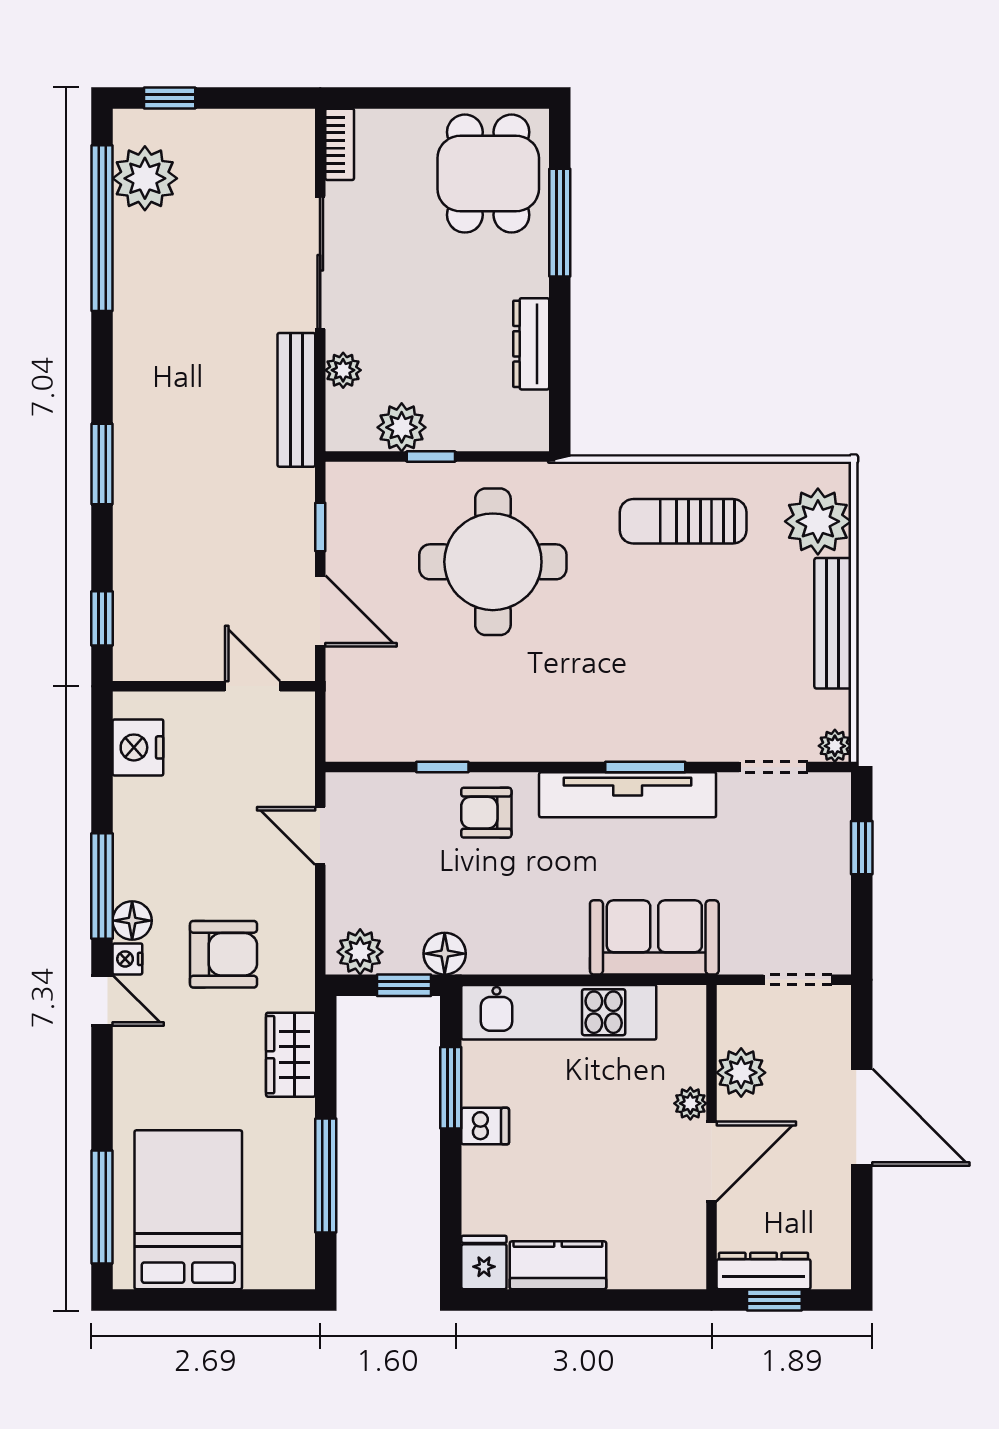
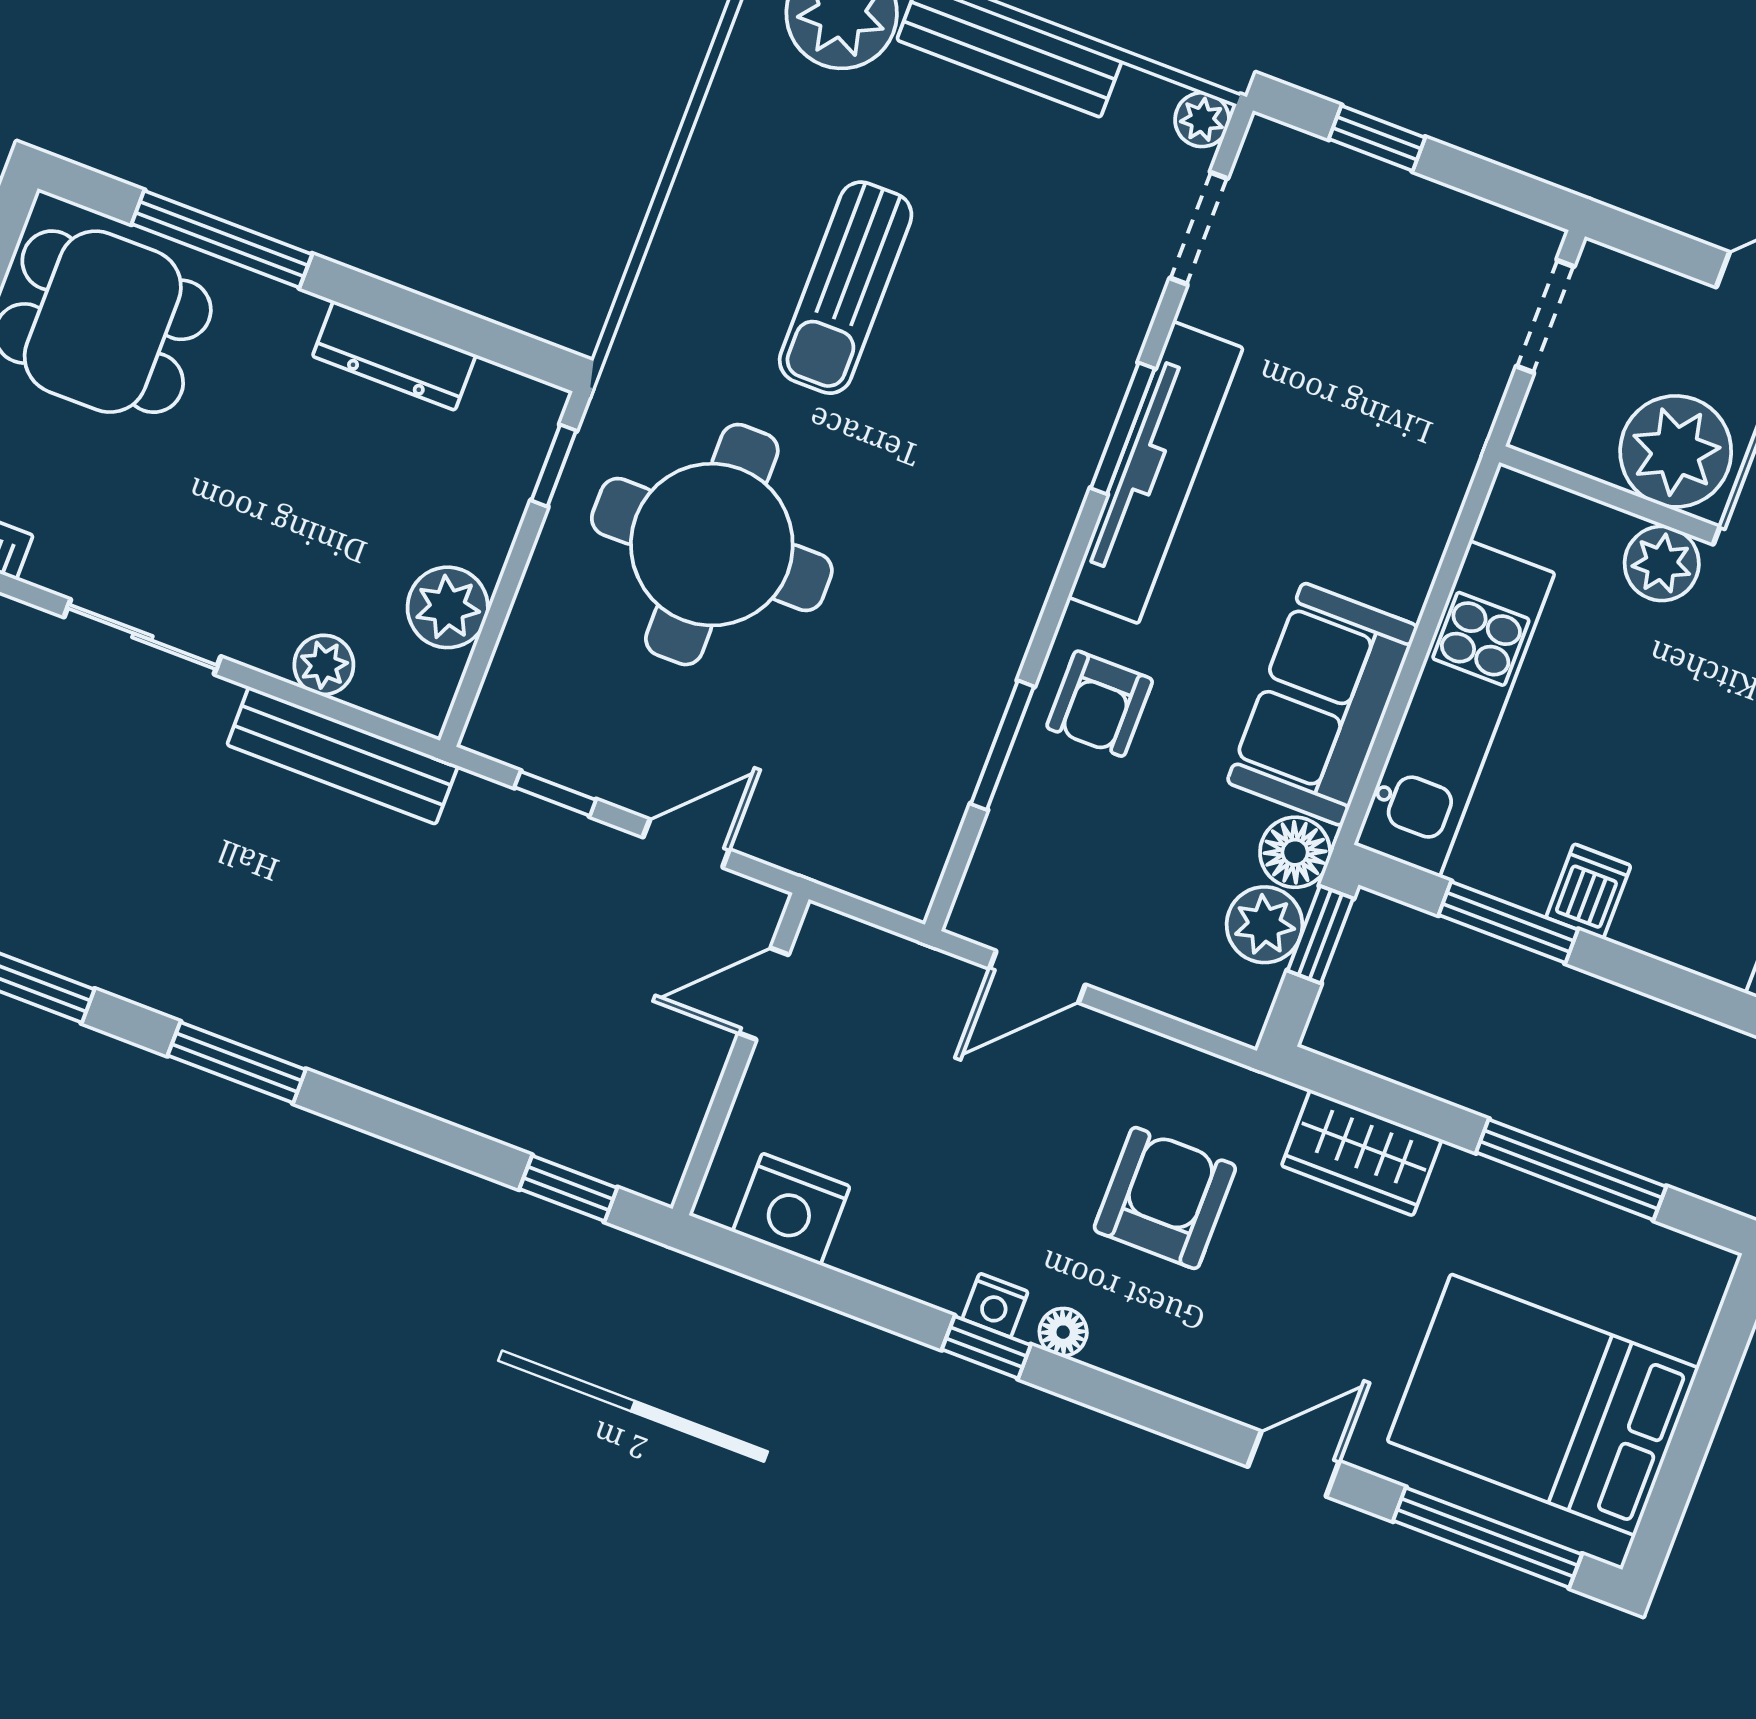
sliding door: (320, 263) -> (142, 637), width x0.73
window: (431, 457) -> (554, 466), moved
window: (102, 464) -> (237, 1062), moved
sun lounger: (683, 521) -> (846, 288), moved
door: (320, 611) -> (686, 843), width x0.73
window: (442, 767) -> (1002, 745), width x1.50
window: (102, 886) -> (986, 1347), width x0.46
floor lamp: (132, 921) -> (1063, 1332), width x0.73, depth x0.73
sofa: (654, 937) -> (1322, 704), moved
plant: (360, 952) -> (1265, 925), moved
nightstand: (127, 959) -> (995, 1305), moved
door: (102, 1001) -> (1294, 1464), moved
plant: (741, 1073) -> (1676, 451), width x1.36, depth x1.36
plant: (690, 1103) -> (1662, 564), width x1.38, depth x1.38

